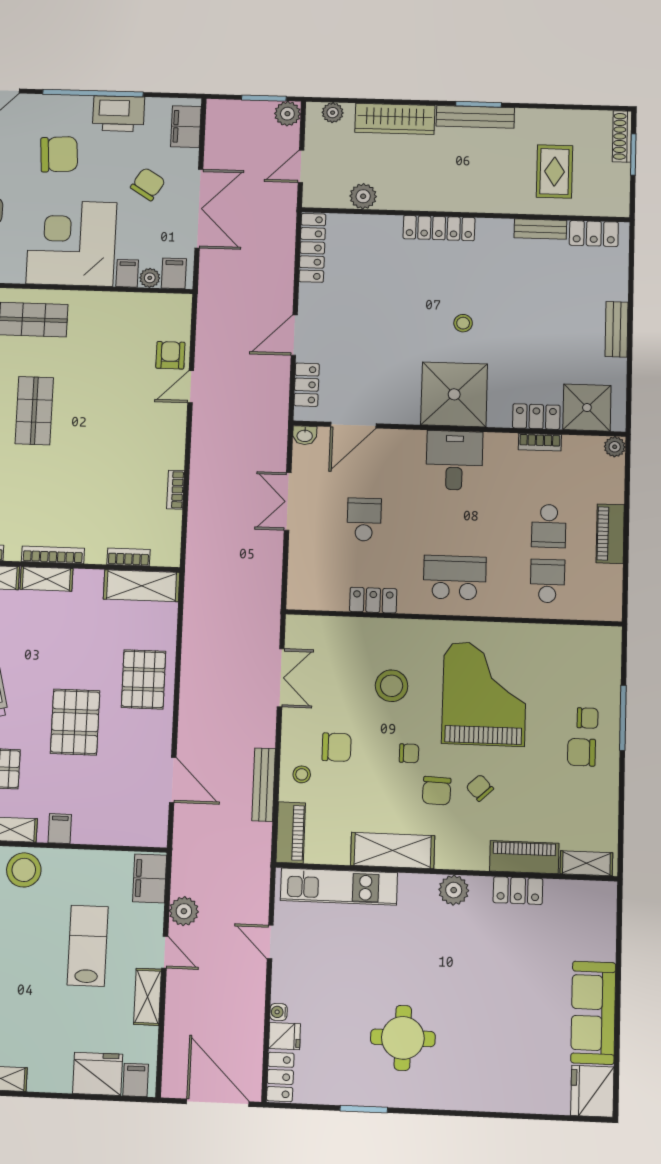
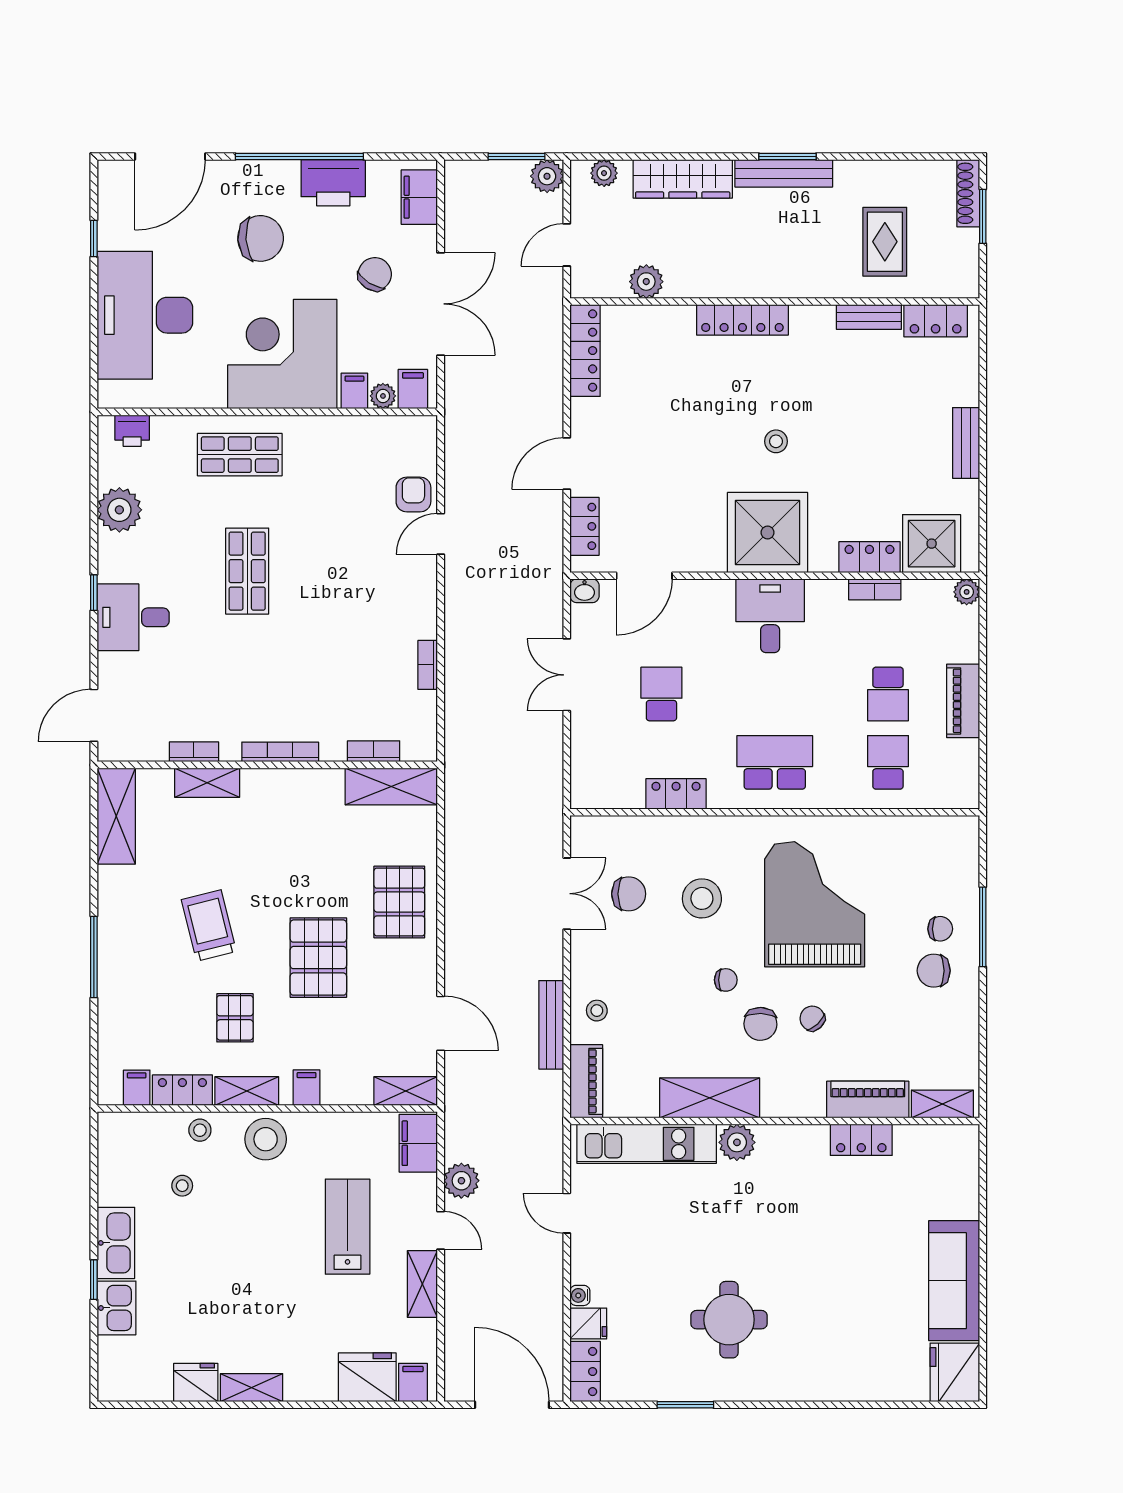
shelving: (46, 579) -> (406, 1091), moved
chair: (337, 747) -> (629, 894), moved
plant: (454, 890) -> (737, 1142), moved

